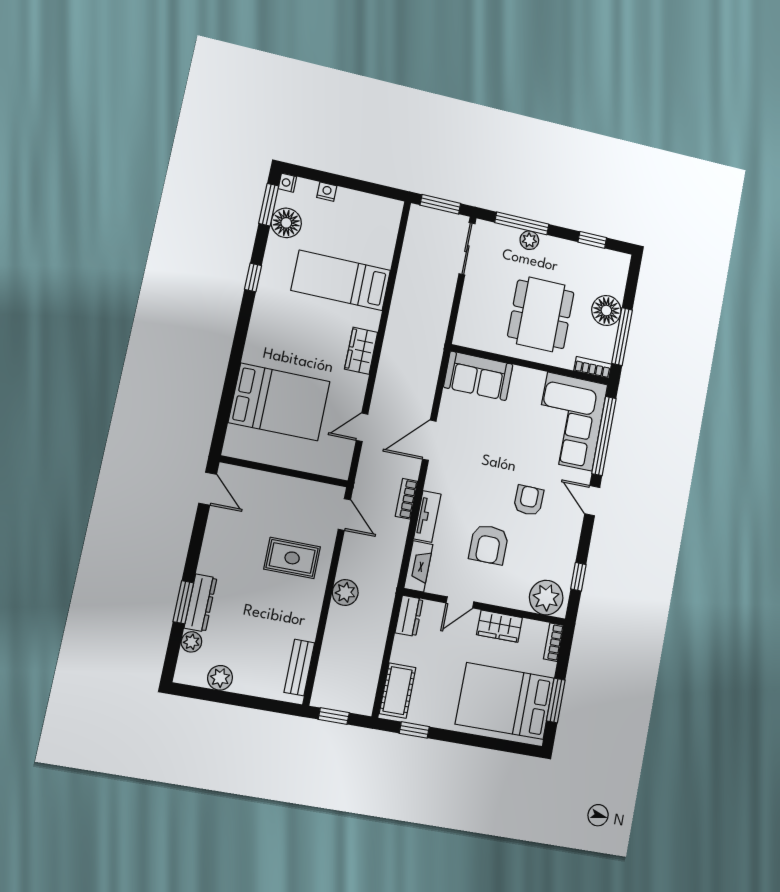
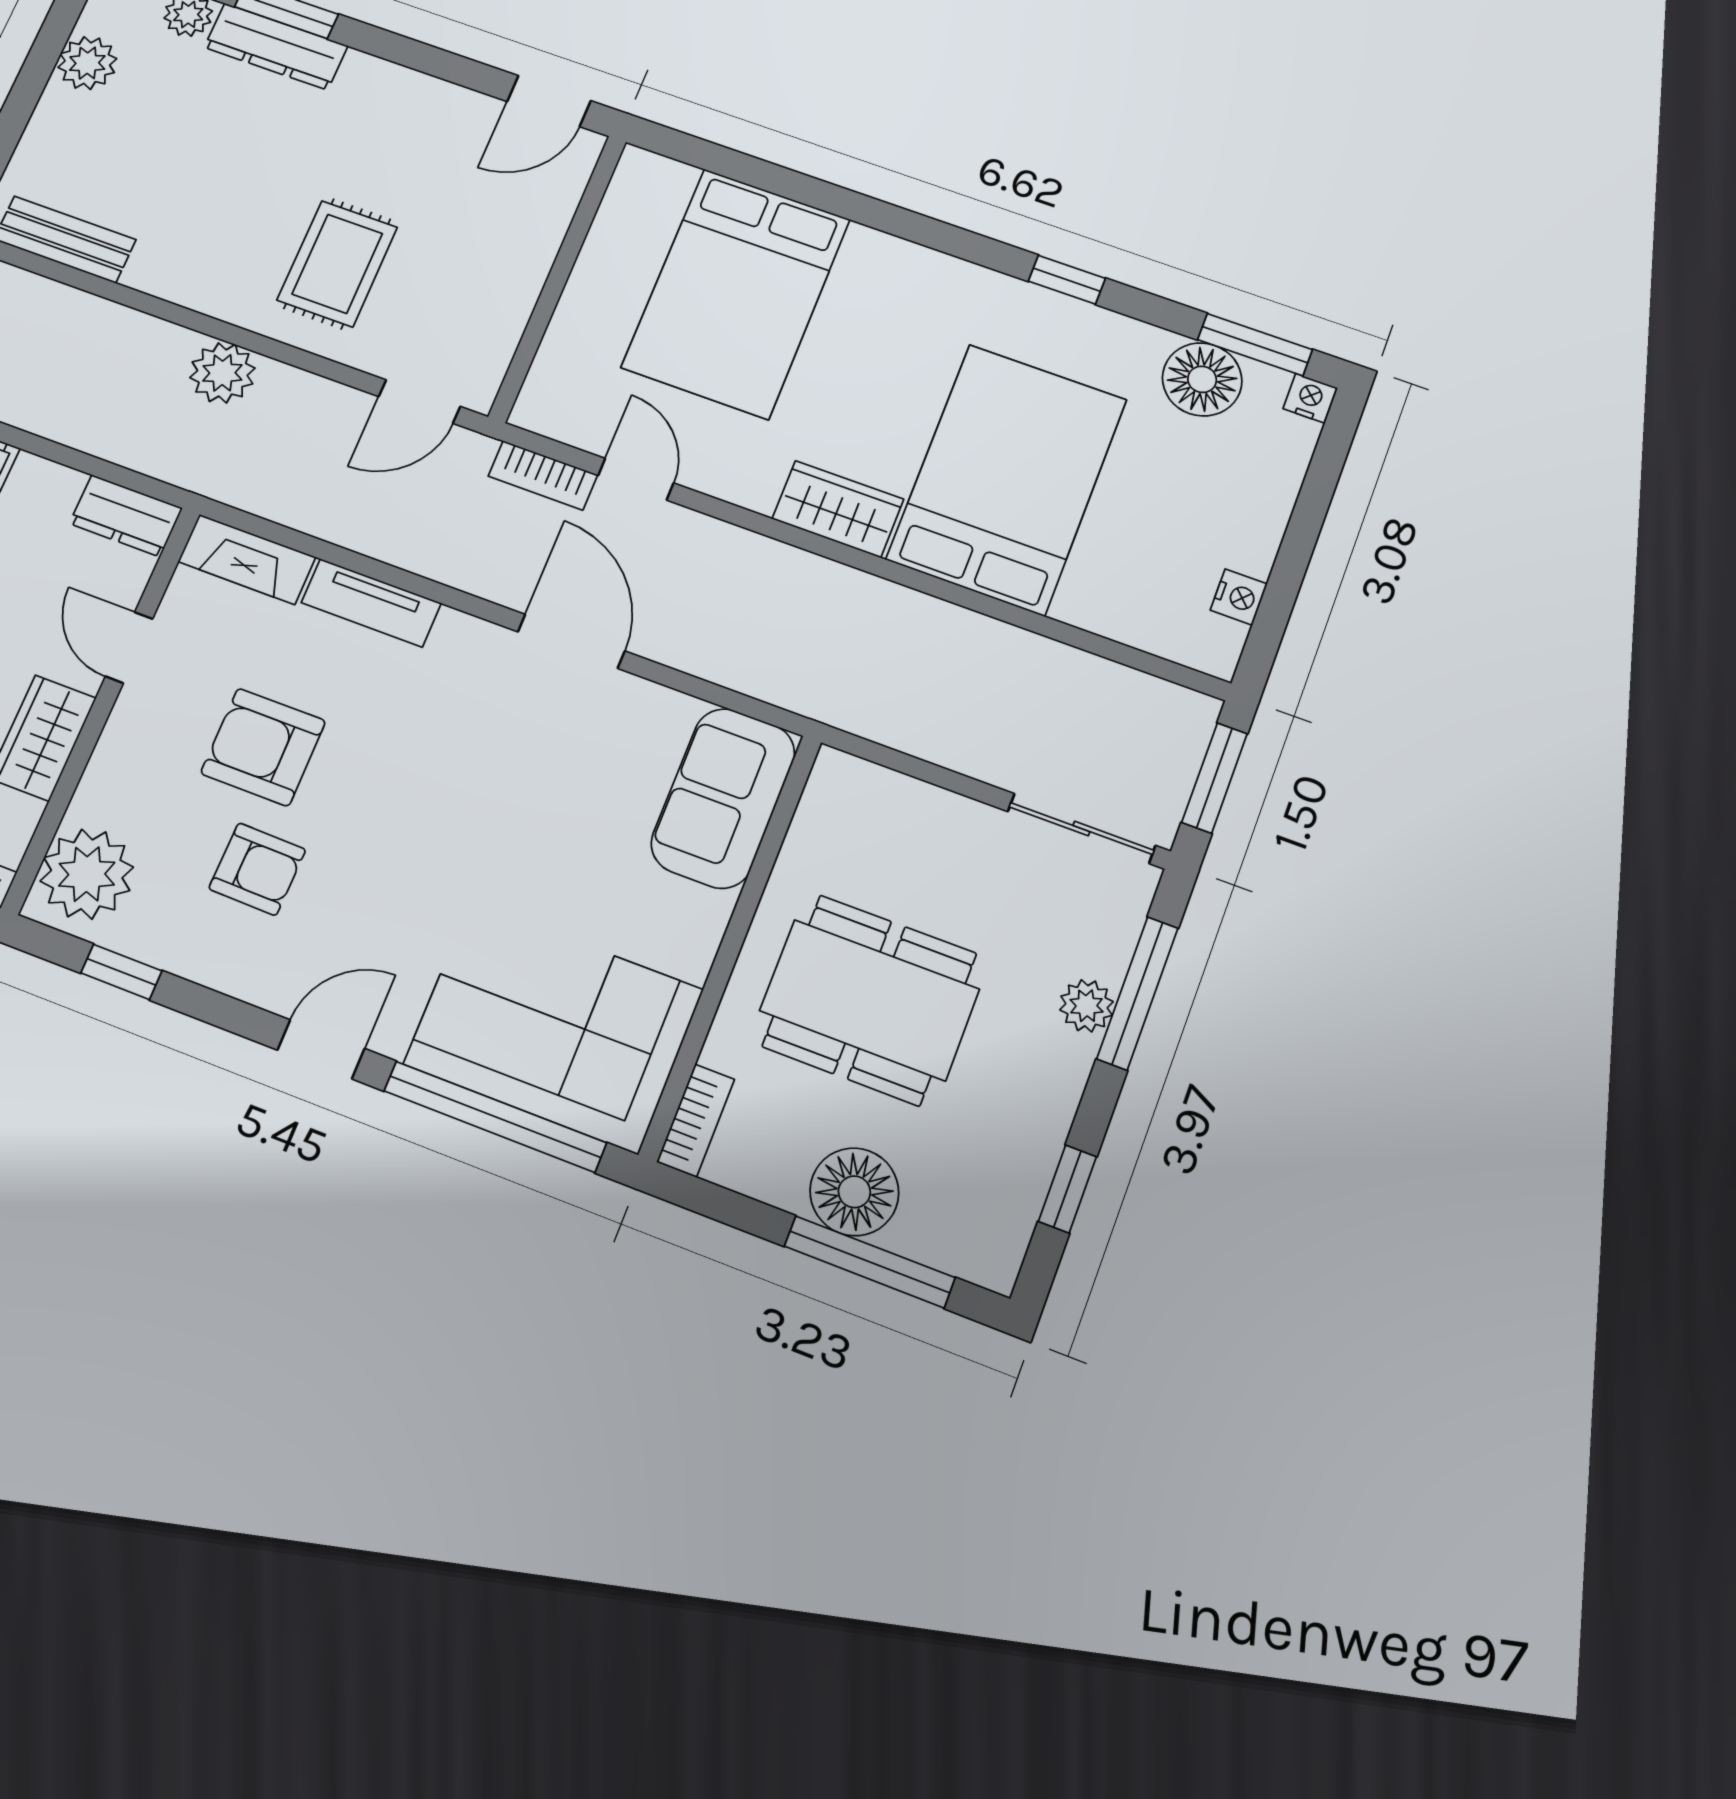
nightstand: (327, 192) -> (1239, 597), moved
bed: (341, 280) -> (1007, 479), width x1.50
window: (622, 337) -> (870, 1262), moved
bookcase: (406, 499) -> (543, 475), moved, turned 180
armchair: (529, 500) -> (257, 869), moved

